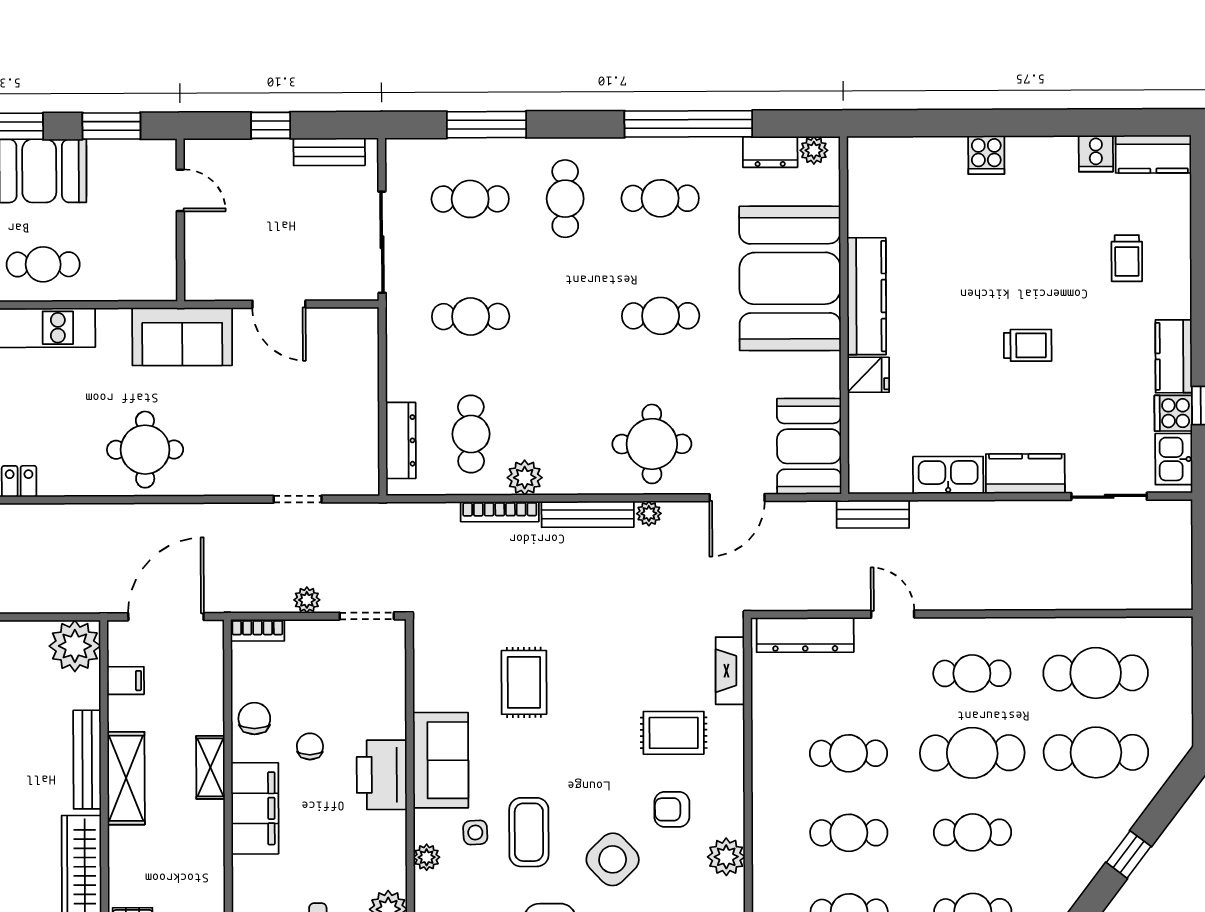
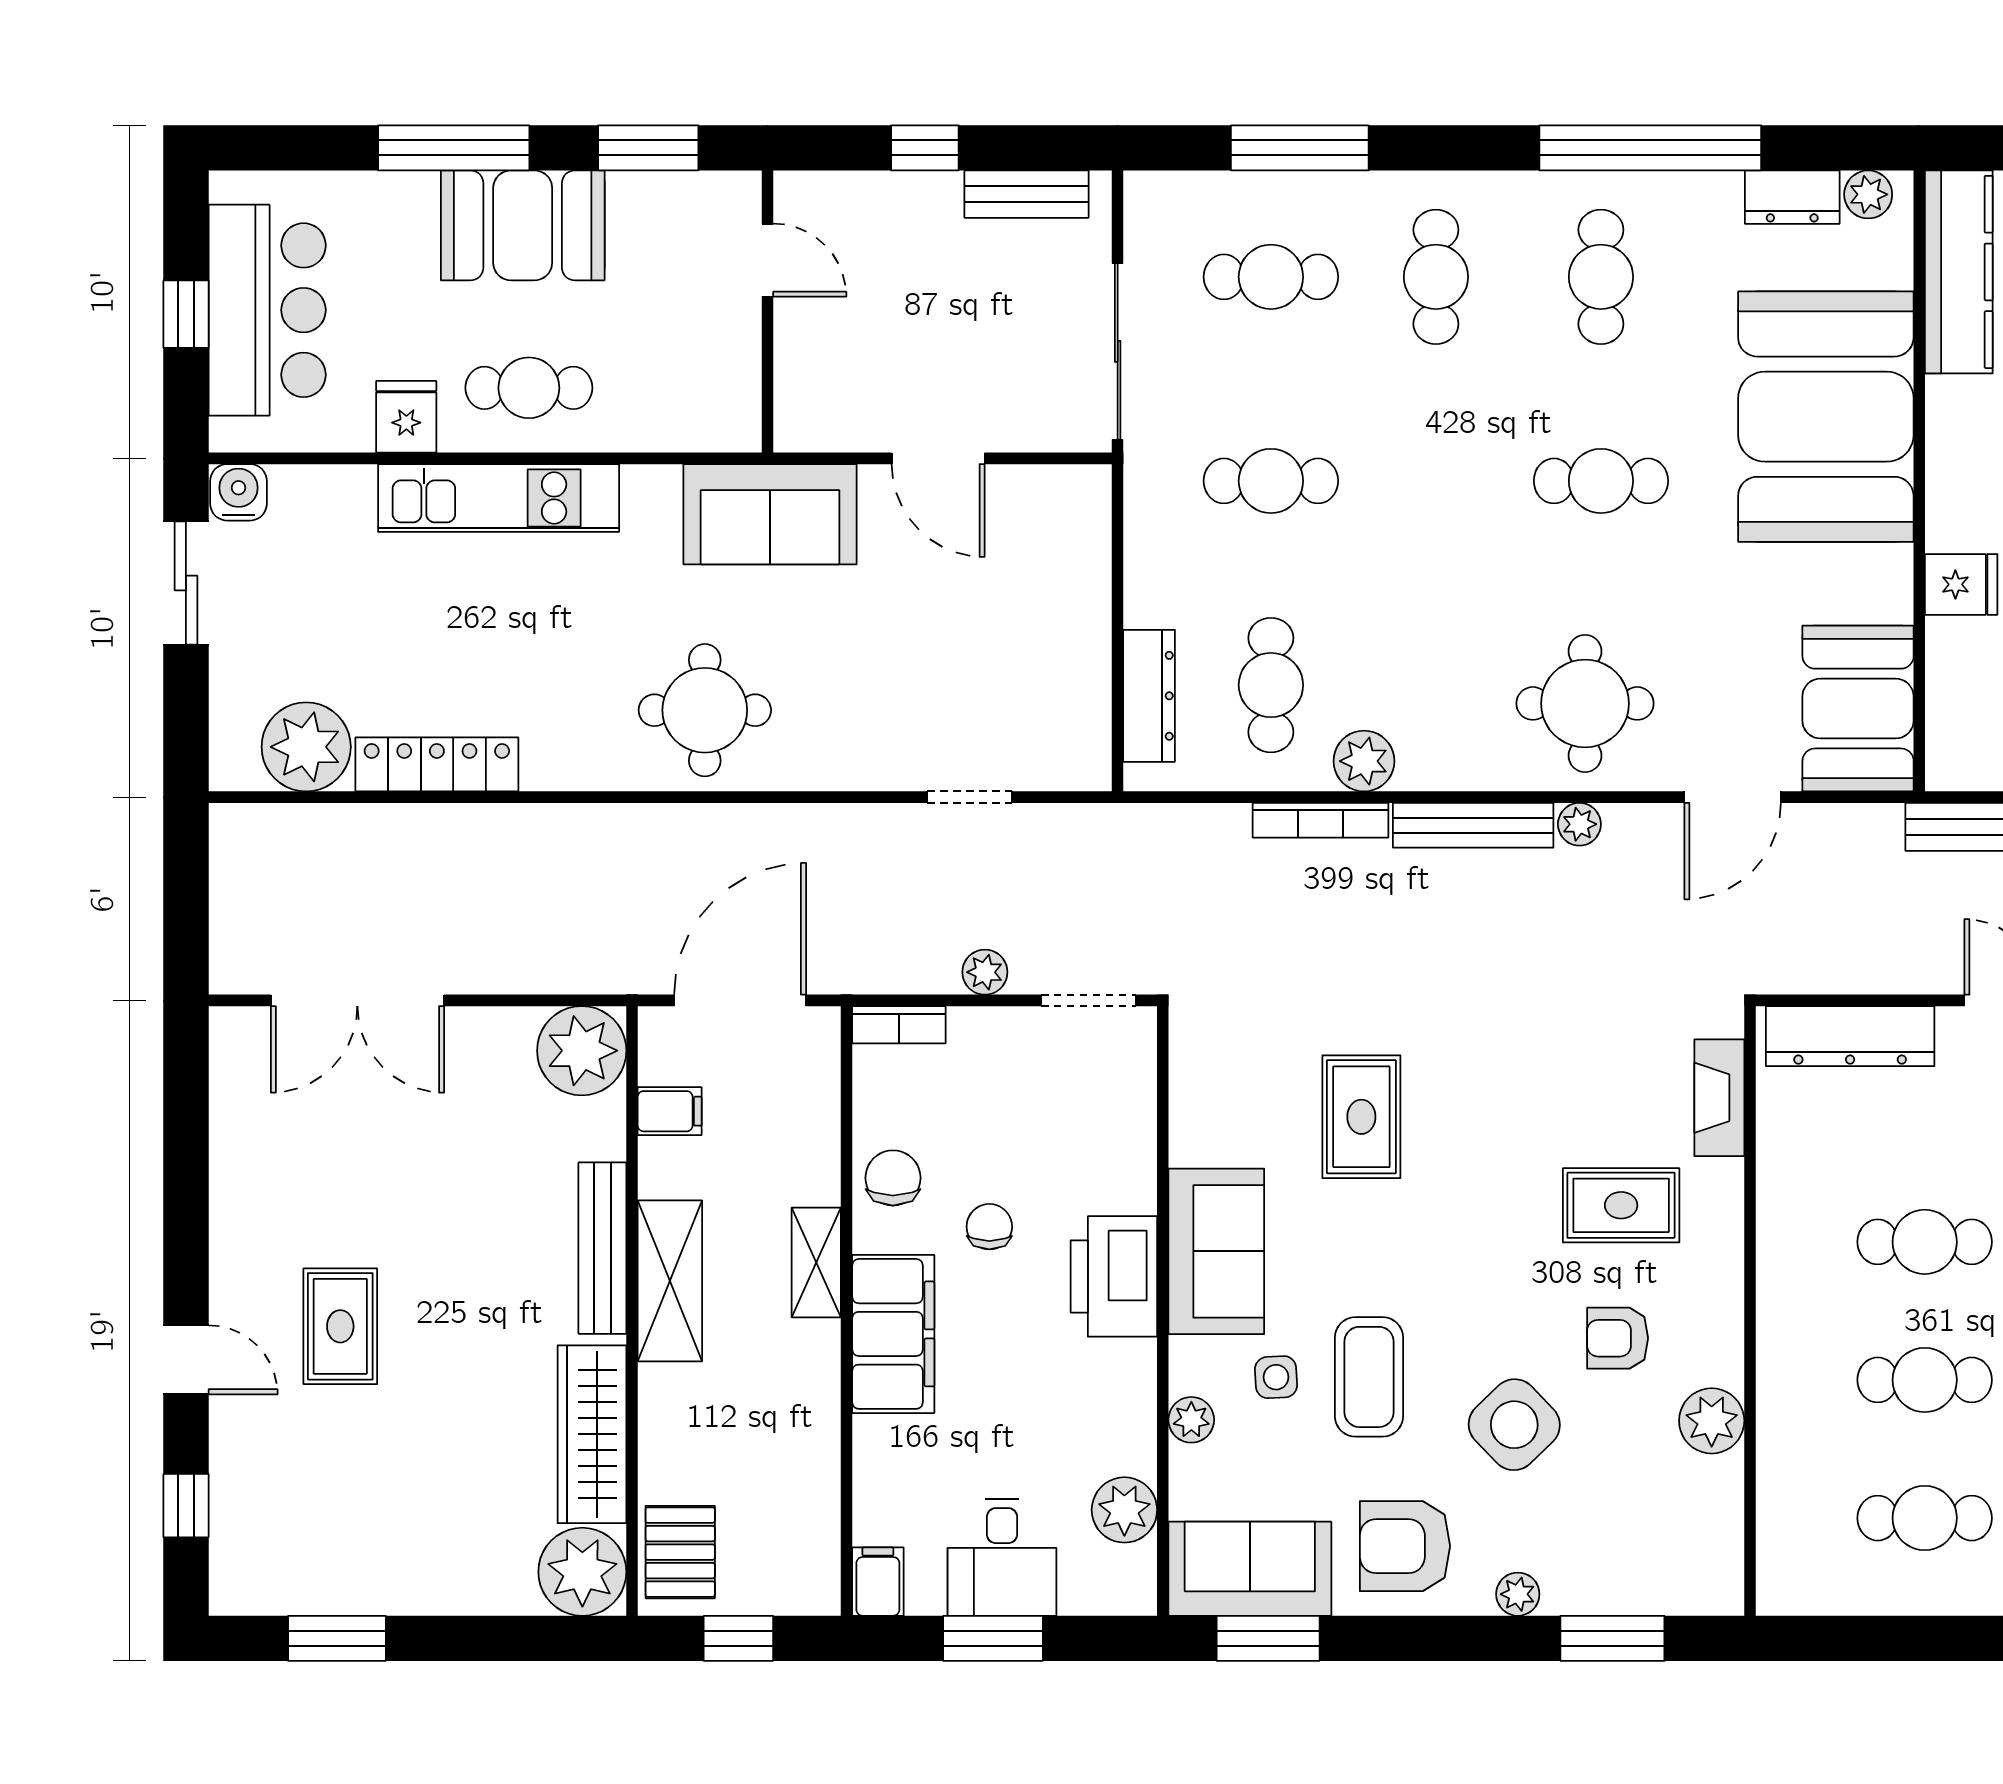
cafe table: (660, 198) -> (1601, 277), turned 90
kitchen counter: (867, 296) -> (1959, 272), moved

